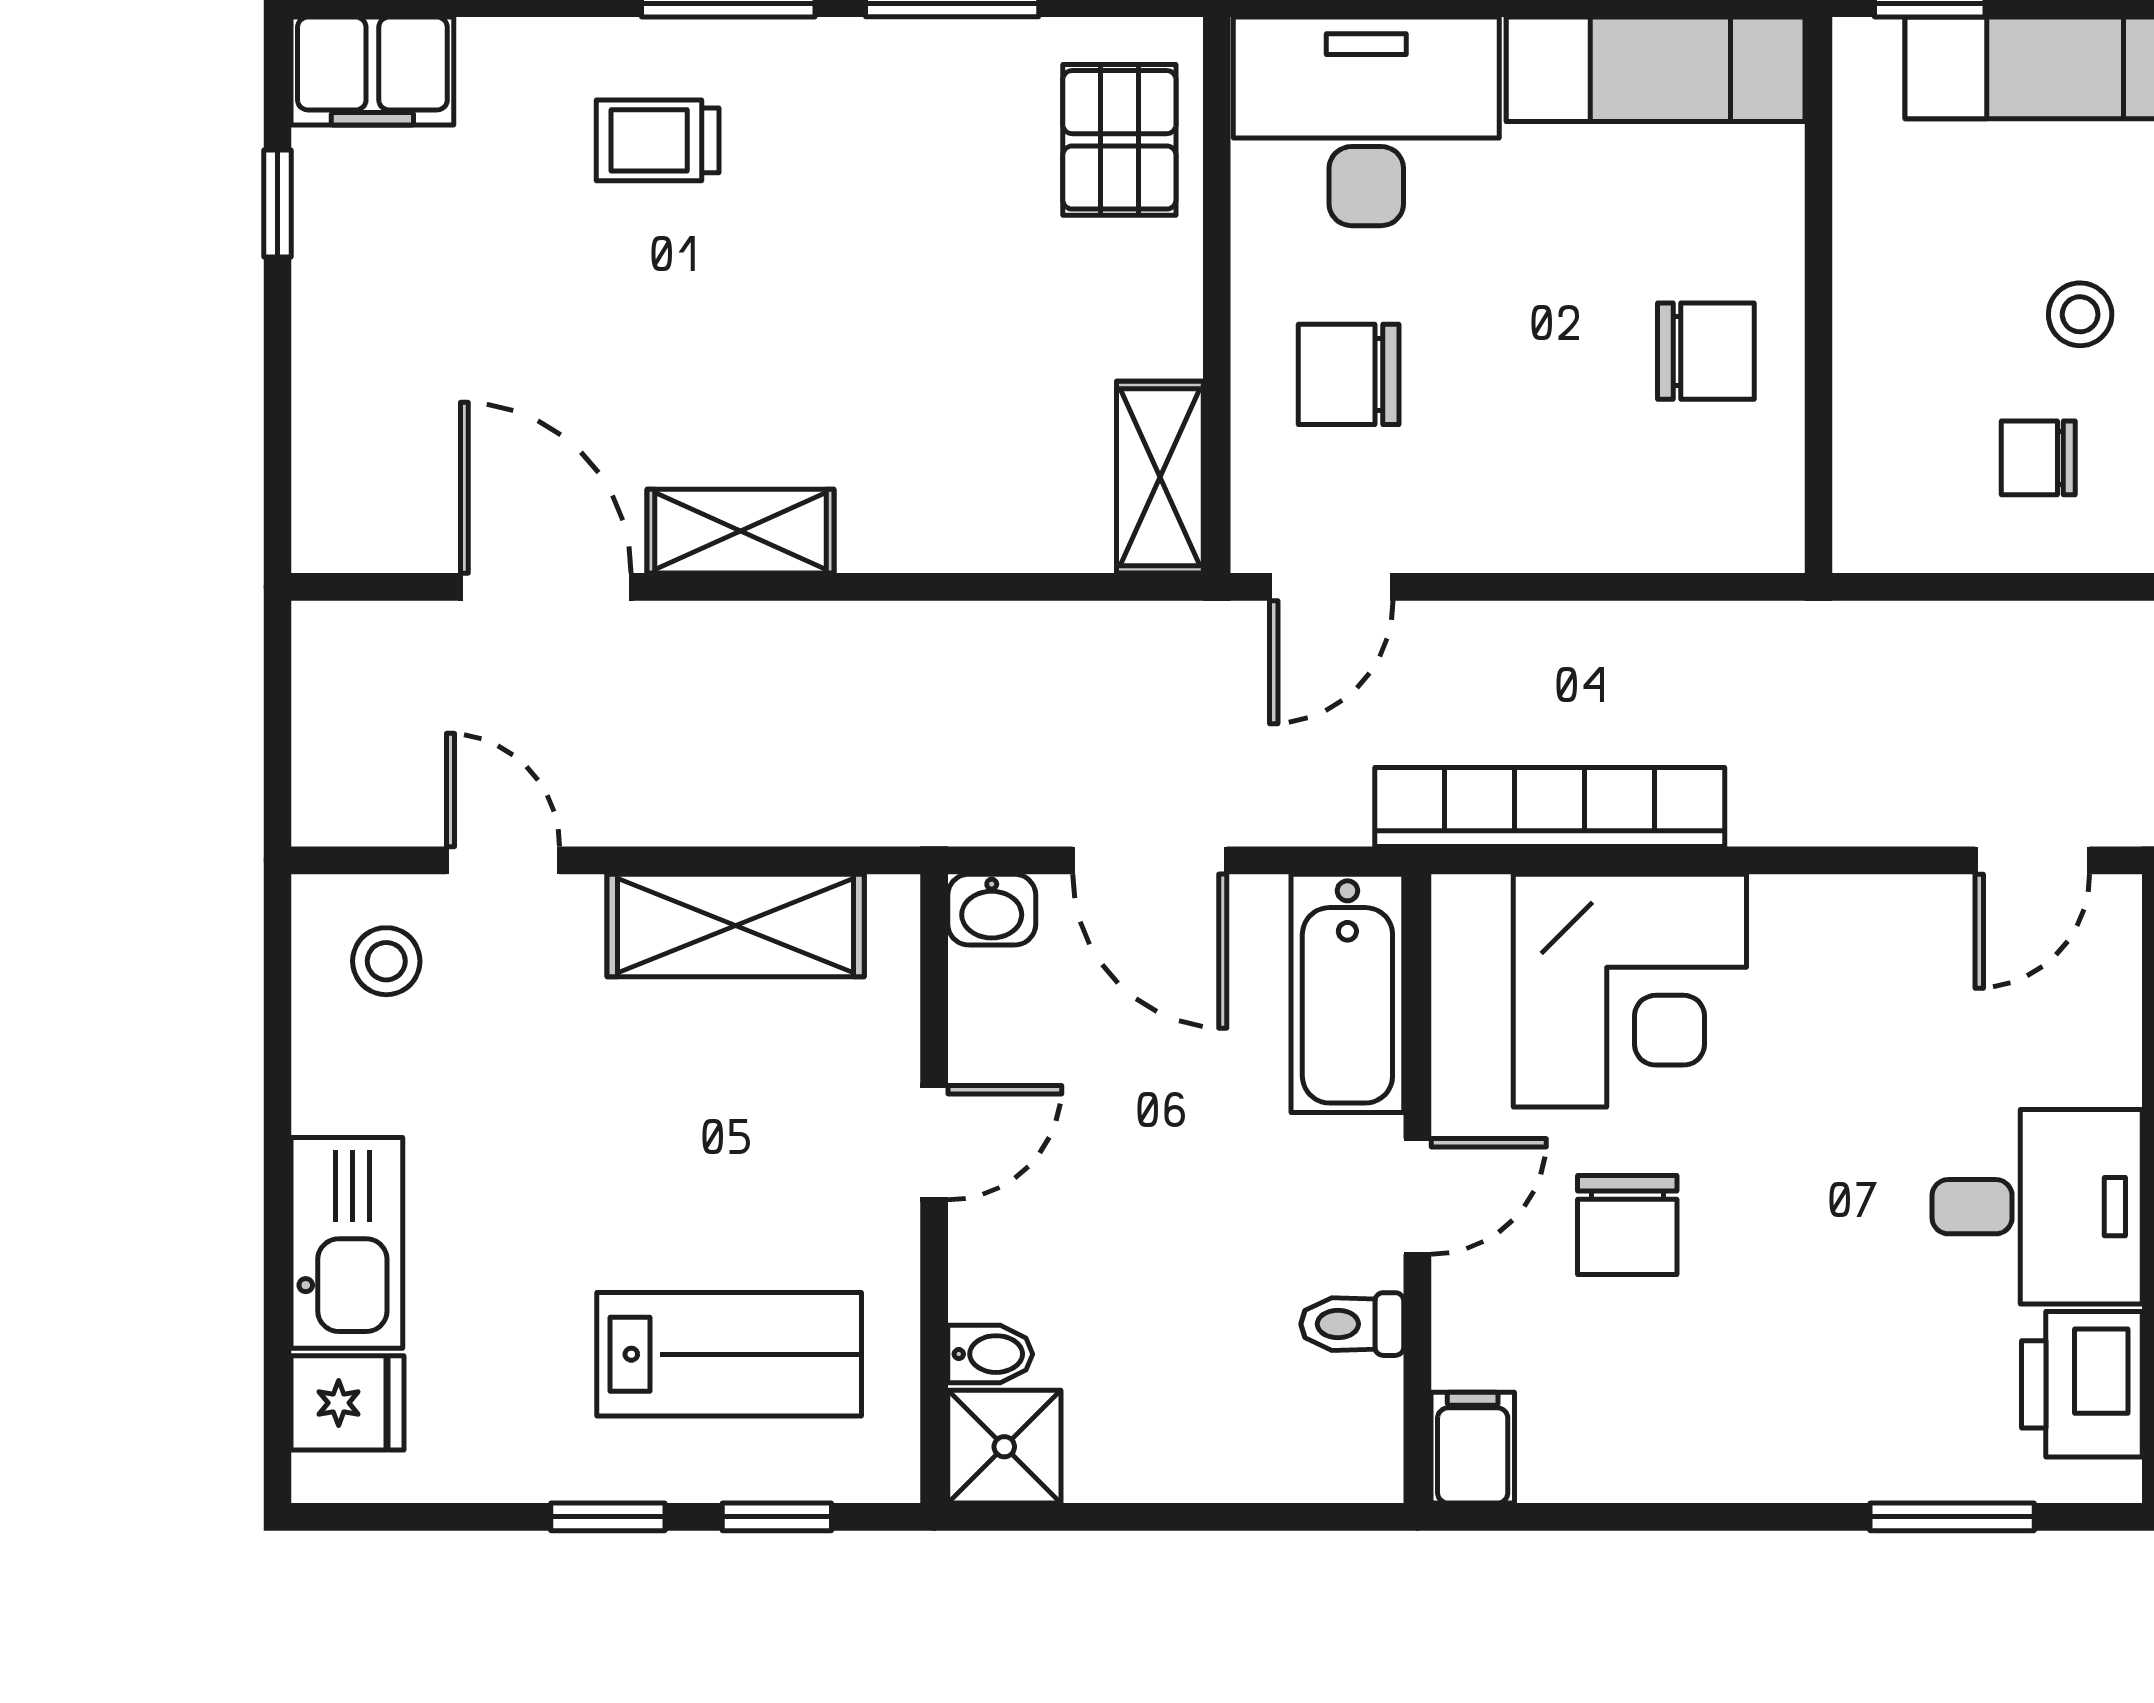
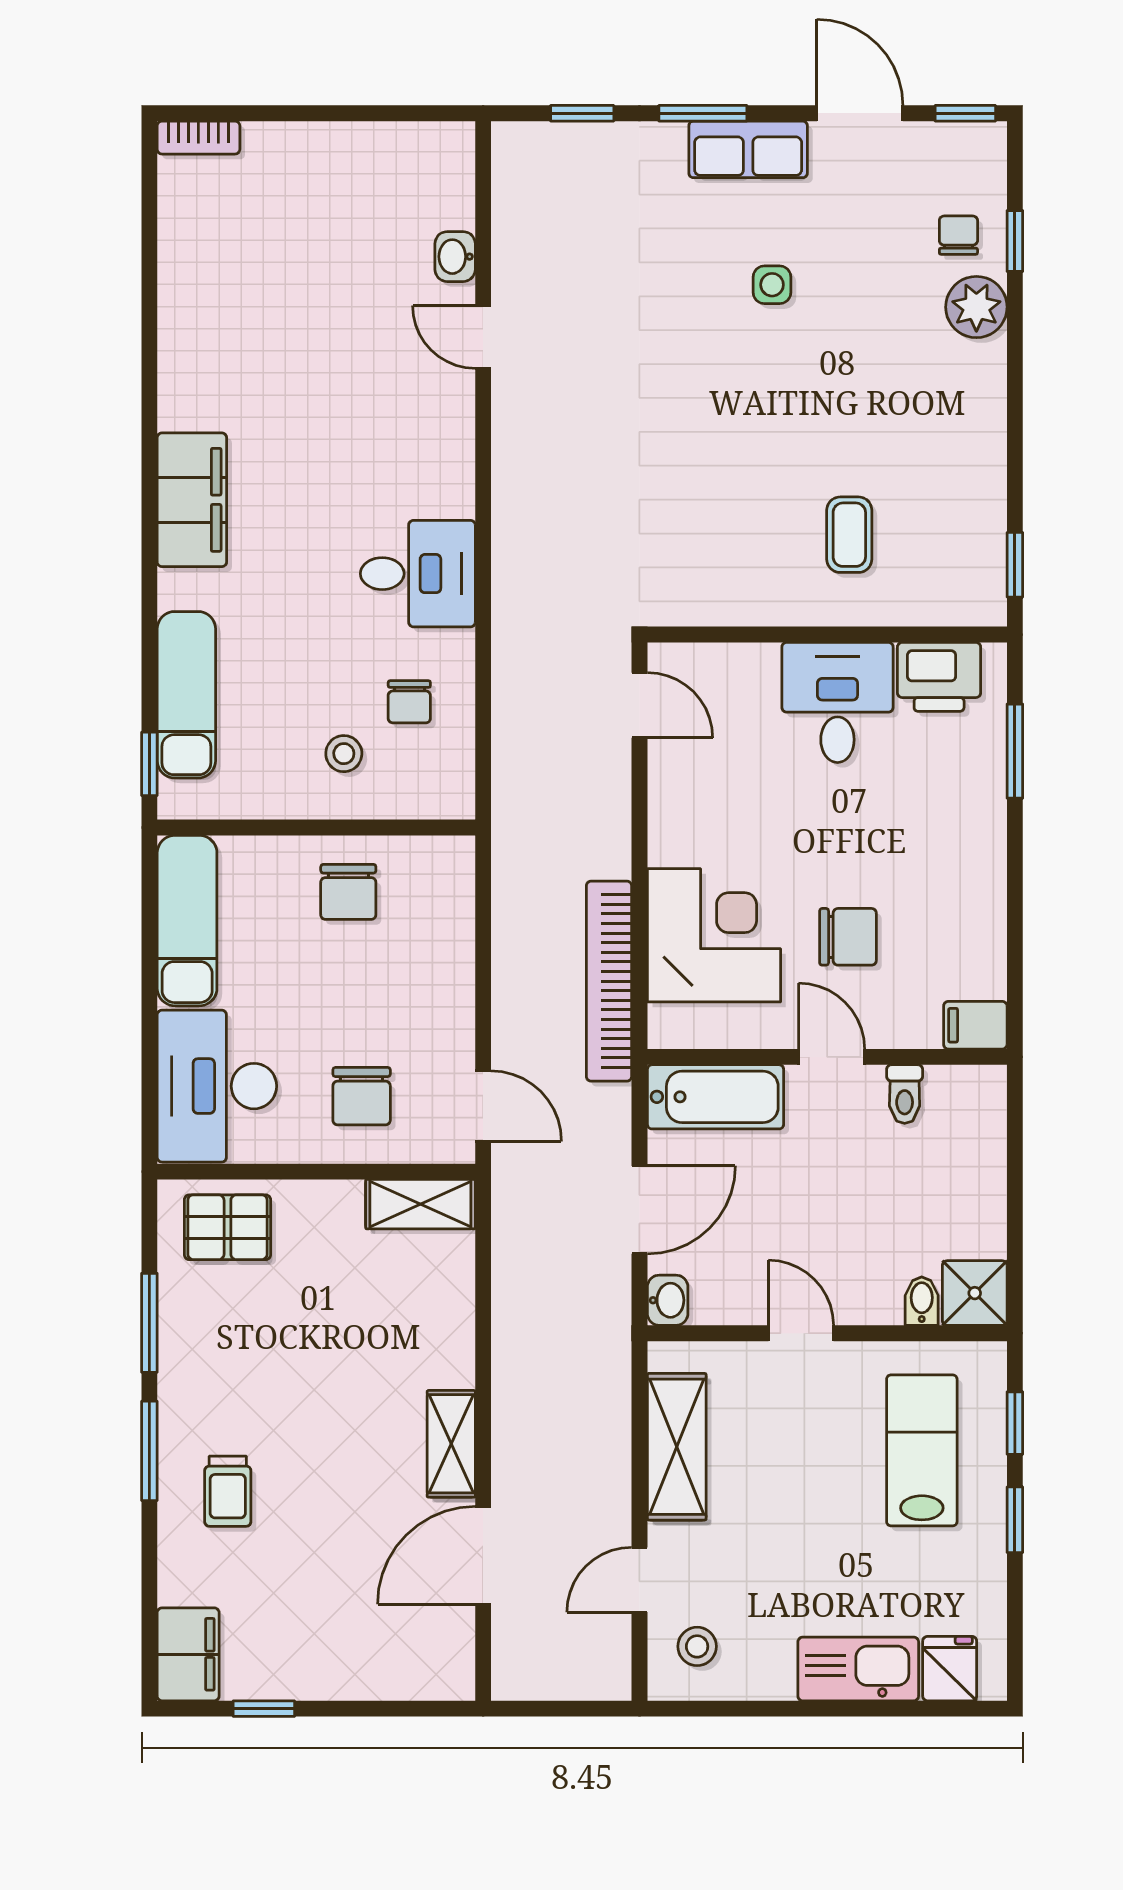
stool: (2080, 314) -> (344, 754), moved
chair: (1706, 351) -> (348, 892), turned 180

